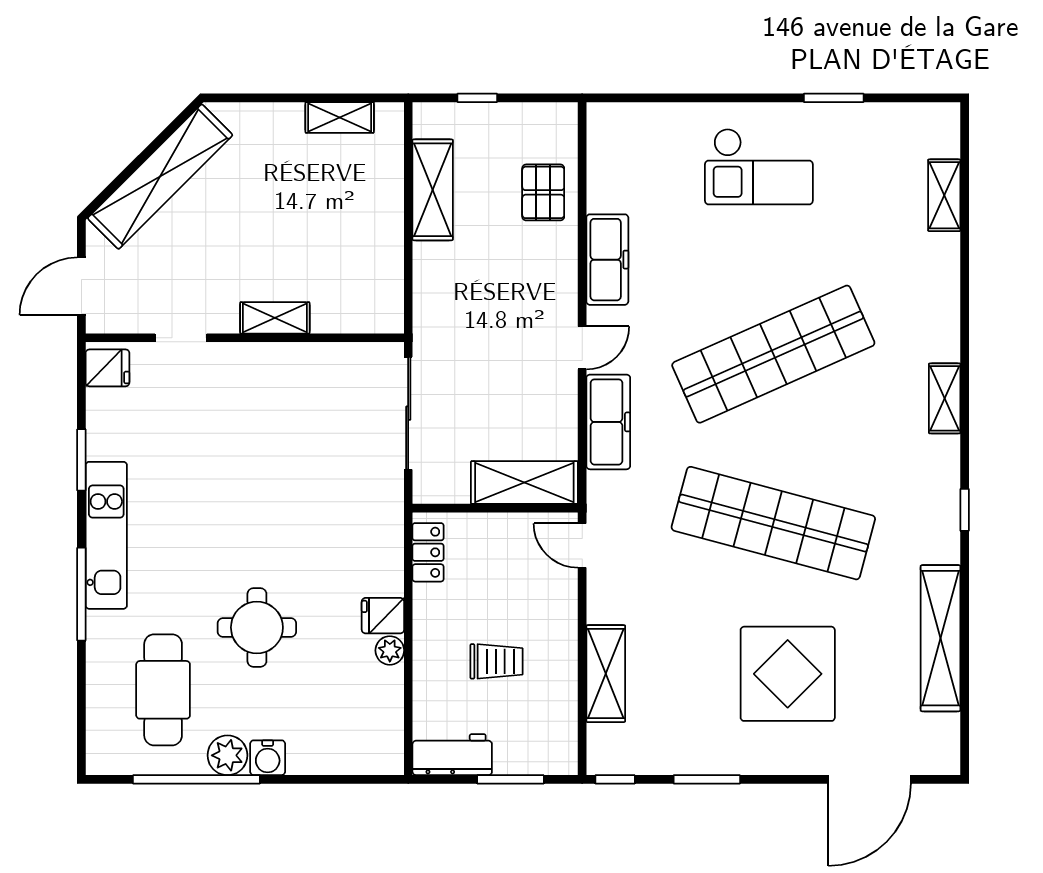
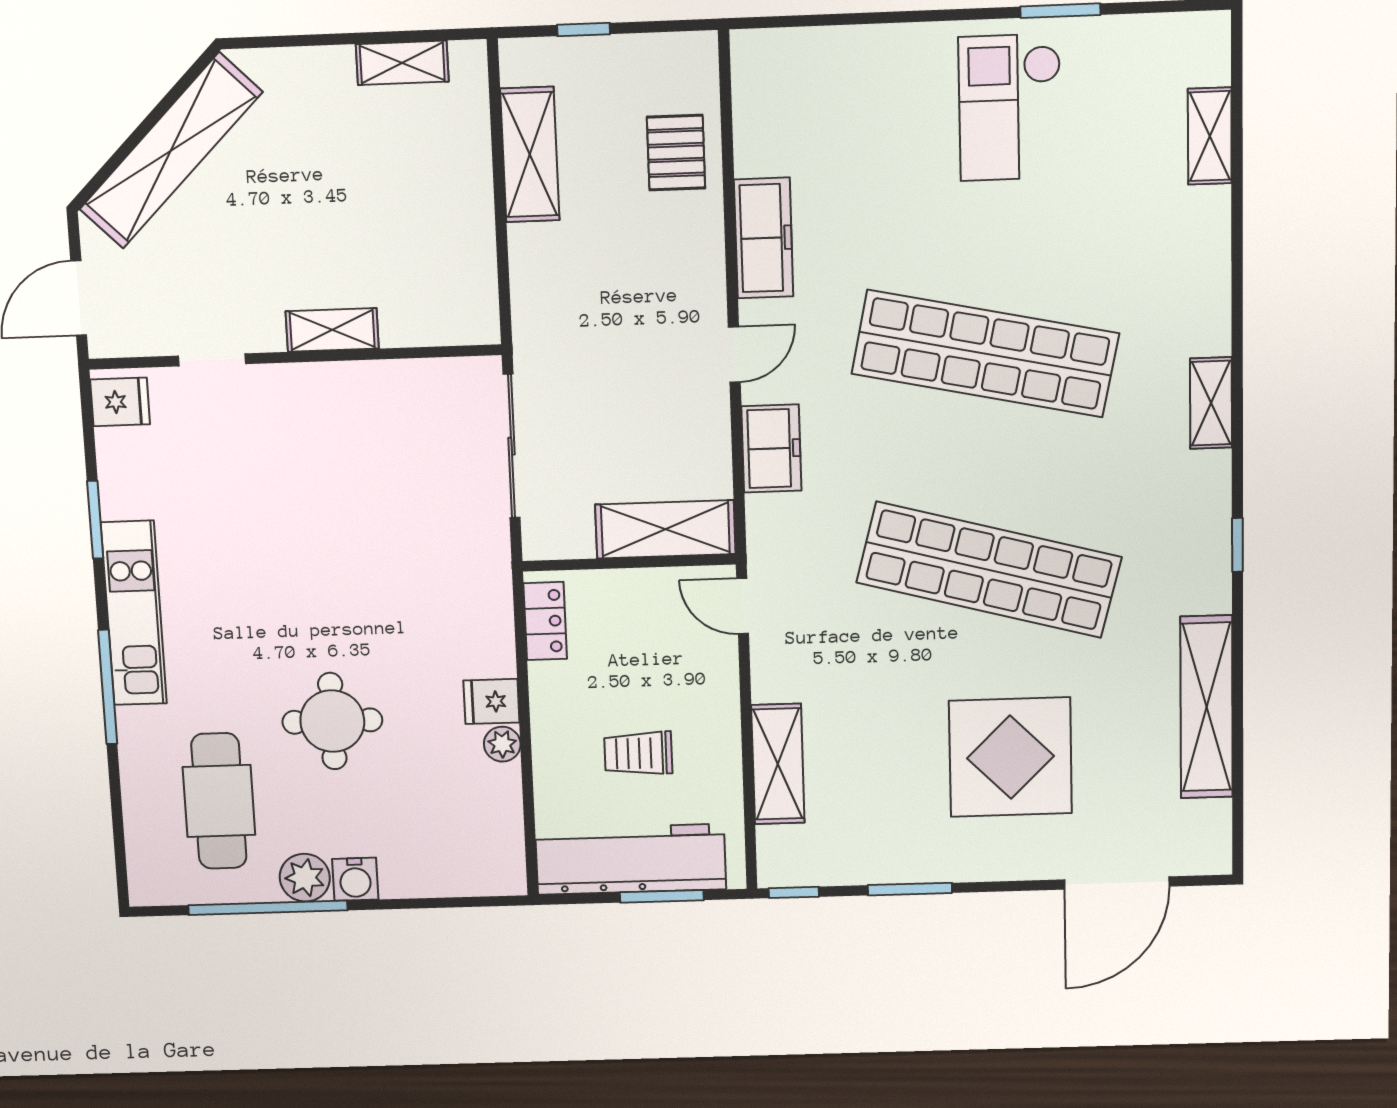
checkout: (759, 167) -> (1010, 107), moved, turned 90
shop shelf: (773, 354) -> (985, 354), turned 36
freezer: (608, 422) -> (771, 448), width x0.71
trolley: (496, 661) -> (638, 753), turned 180
workbench: (452, 755) -> (631, 859), width x1.88, depth x1.32

